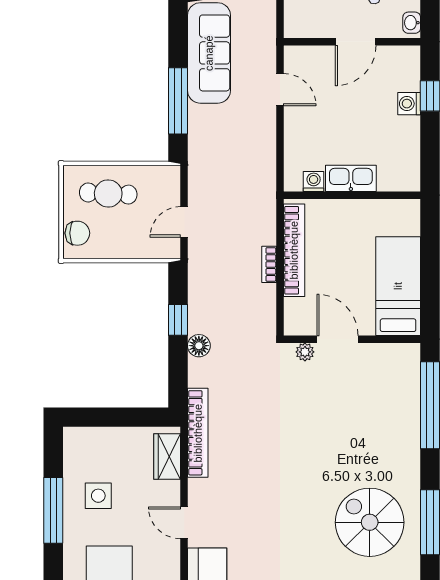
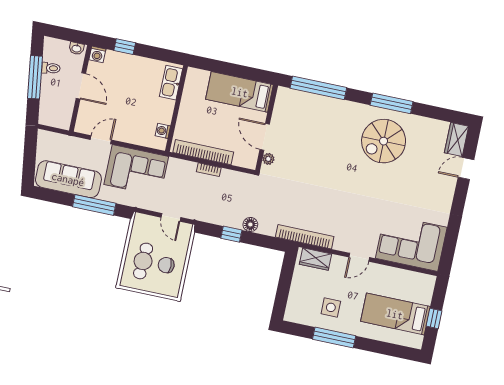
washing machine: (409, 104) -> (97, 54), moved
corner sofa: (244, 154) -> (136, 170), added
kitchen sink: (351, 178) -> (171, 83), moved
chair: (77, 233) -> (166, 265), moved, turned -90
door: (337, 339) -> (265, 137), hinge flipped

